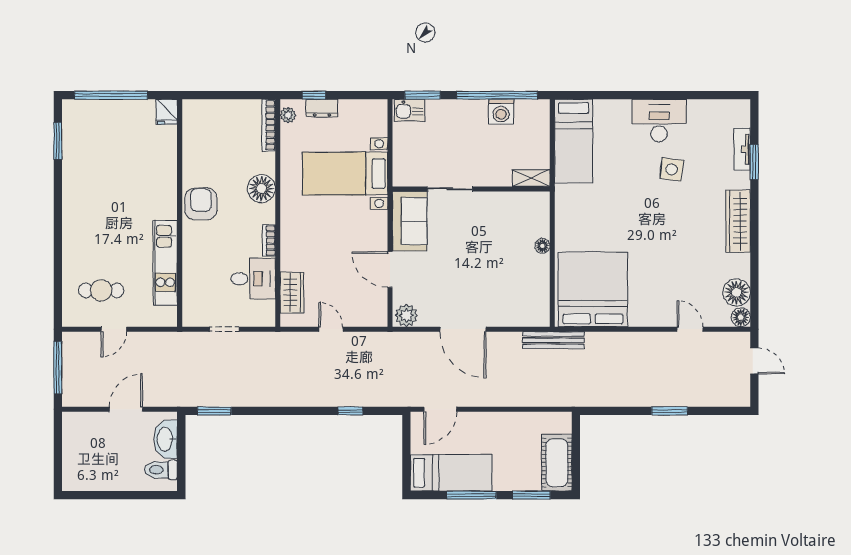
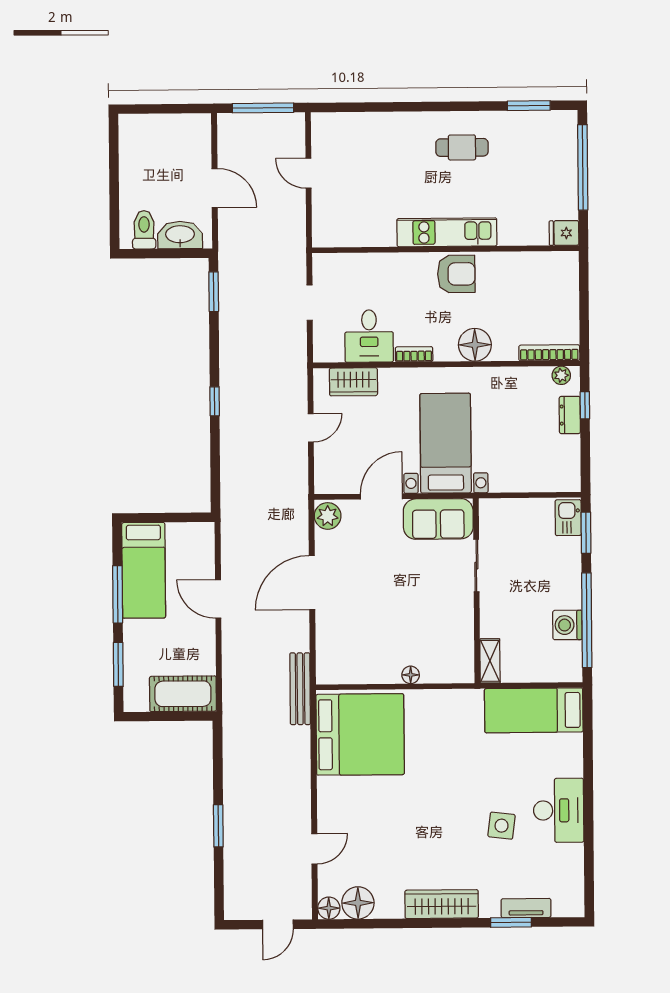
bed with nightstands: (345, 174) -> (446, 443), moved
kitchen unit: (165, 263) -> (447, 232), moved
cafe table: (101, 290) -> (462, 147), moved, turned 90
door: (440, 409) -> (218, 599), moved
window: (350, 411) -> (215, 401), moved
cot: (557, 463) -> (183, 694), moved

